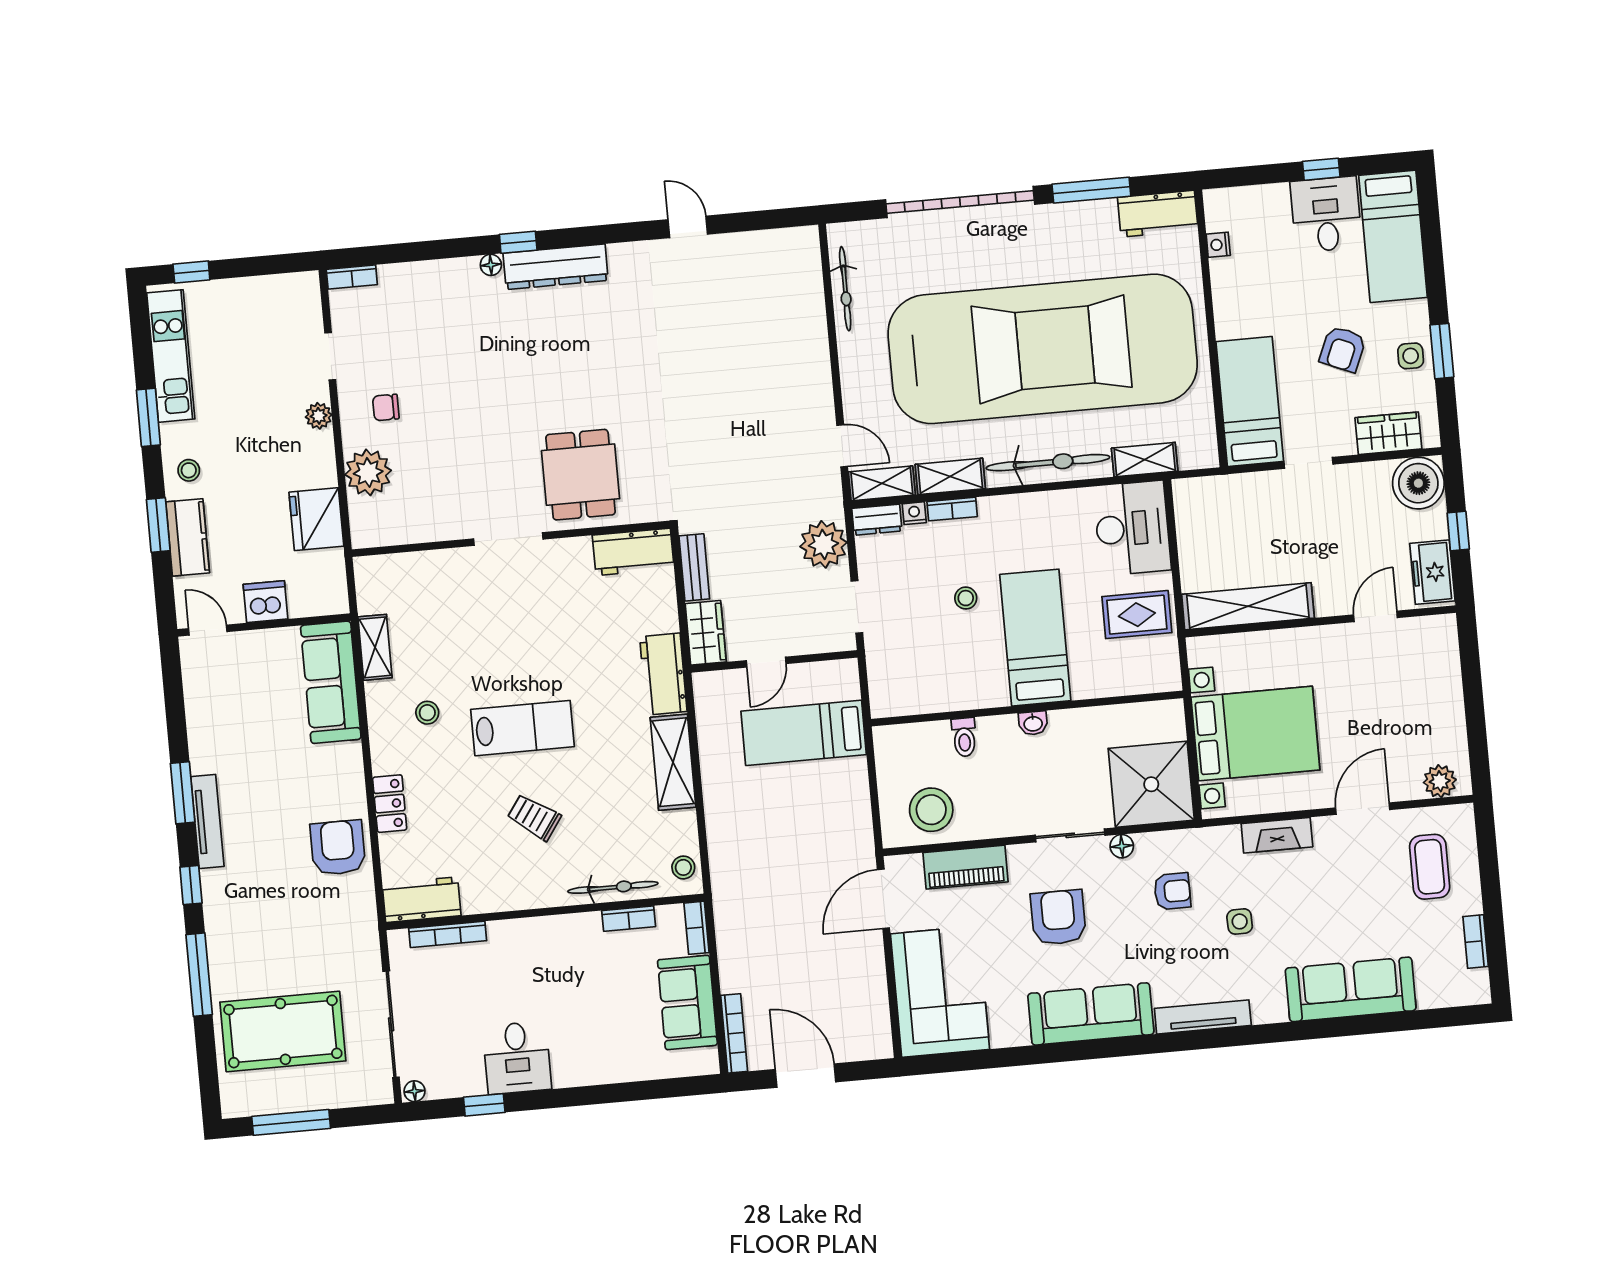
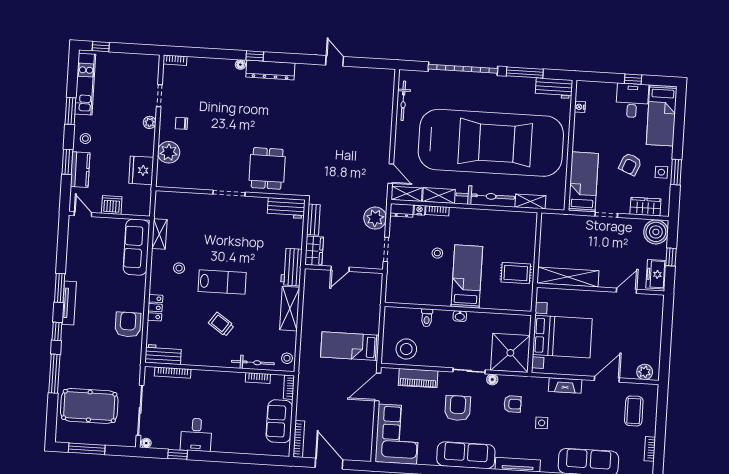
desk: (1132, 528) -> (520, 232), removed
bed: (804, 733) -> (350, 346), moved

